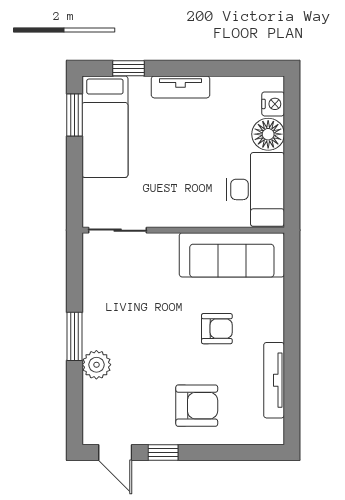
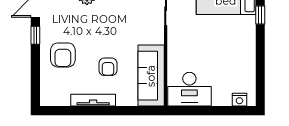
tv unit: (181, 87) -> (249, 45), removed
floor lamp: (268, 134) -> (222, 97), removed
tv unit: (274, 380) -> (93, 100), moved

